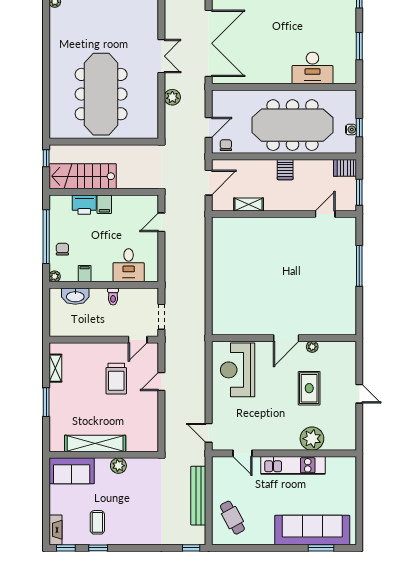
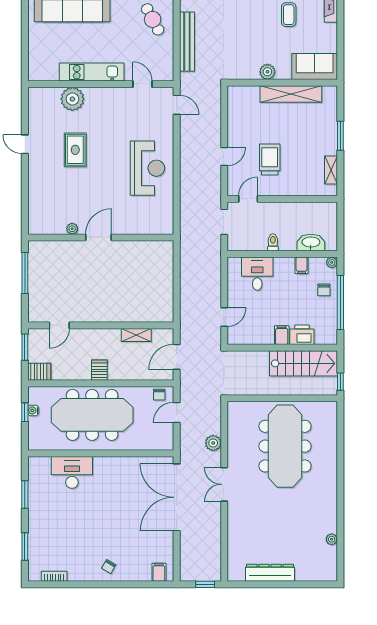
wall: (284, 338) -> (101, 237), moved
door: (286, 338) -> (98, 237), moved
plant: (312, 347) -> (72, 229), moved

